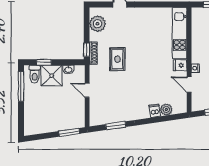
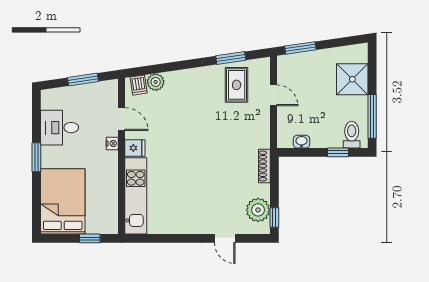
window: (87, 50) -> (274, 218), moved
rug: (117, 59) -> (237, 85), moved
shower: (52, 76) -> (352, 79), moved
door: (87, 90) -> (273, 95), moved
dishwasher: (155, 111) -> (139, 85), moved

